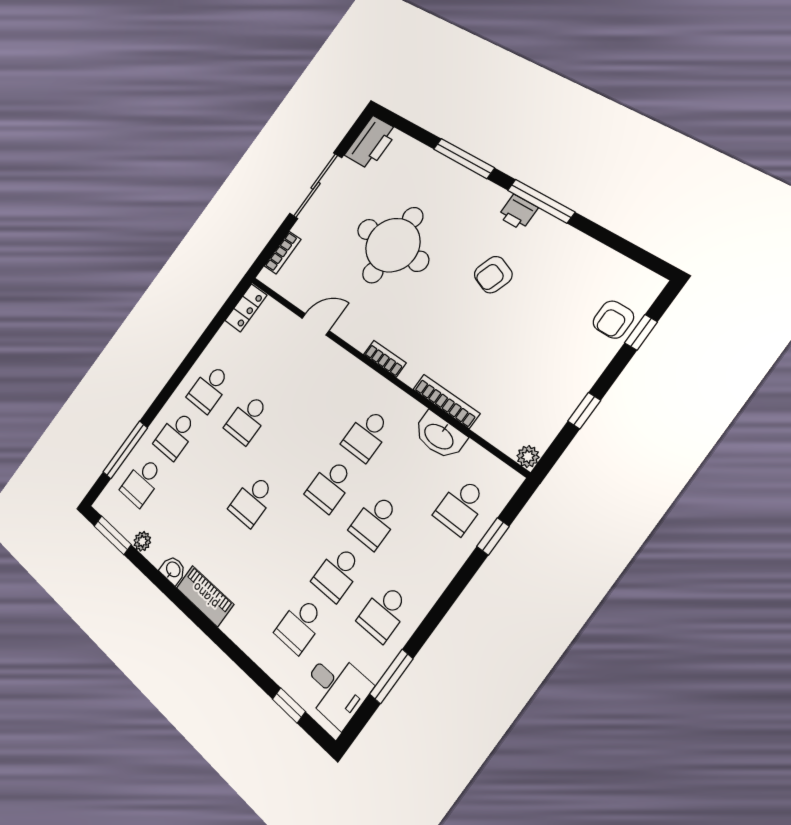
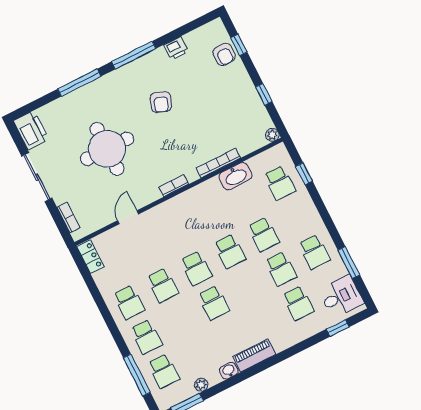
printer: (518, 212) -> (176, 48), moved
school desk: (366, 435) -> (196, 268), moved

